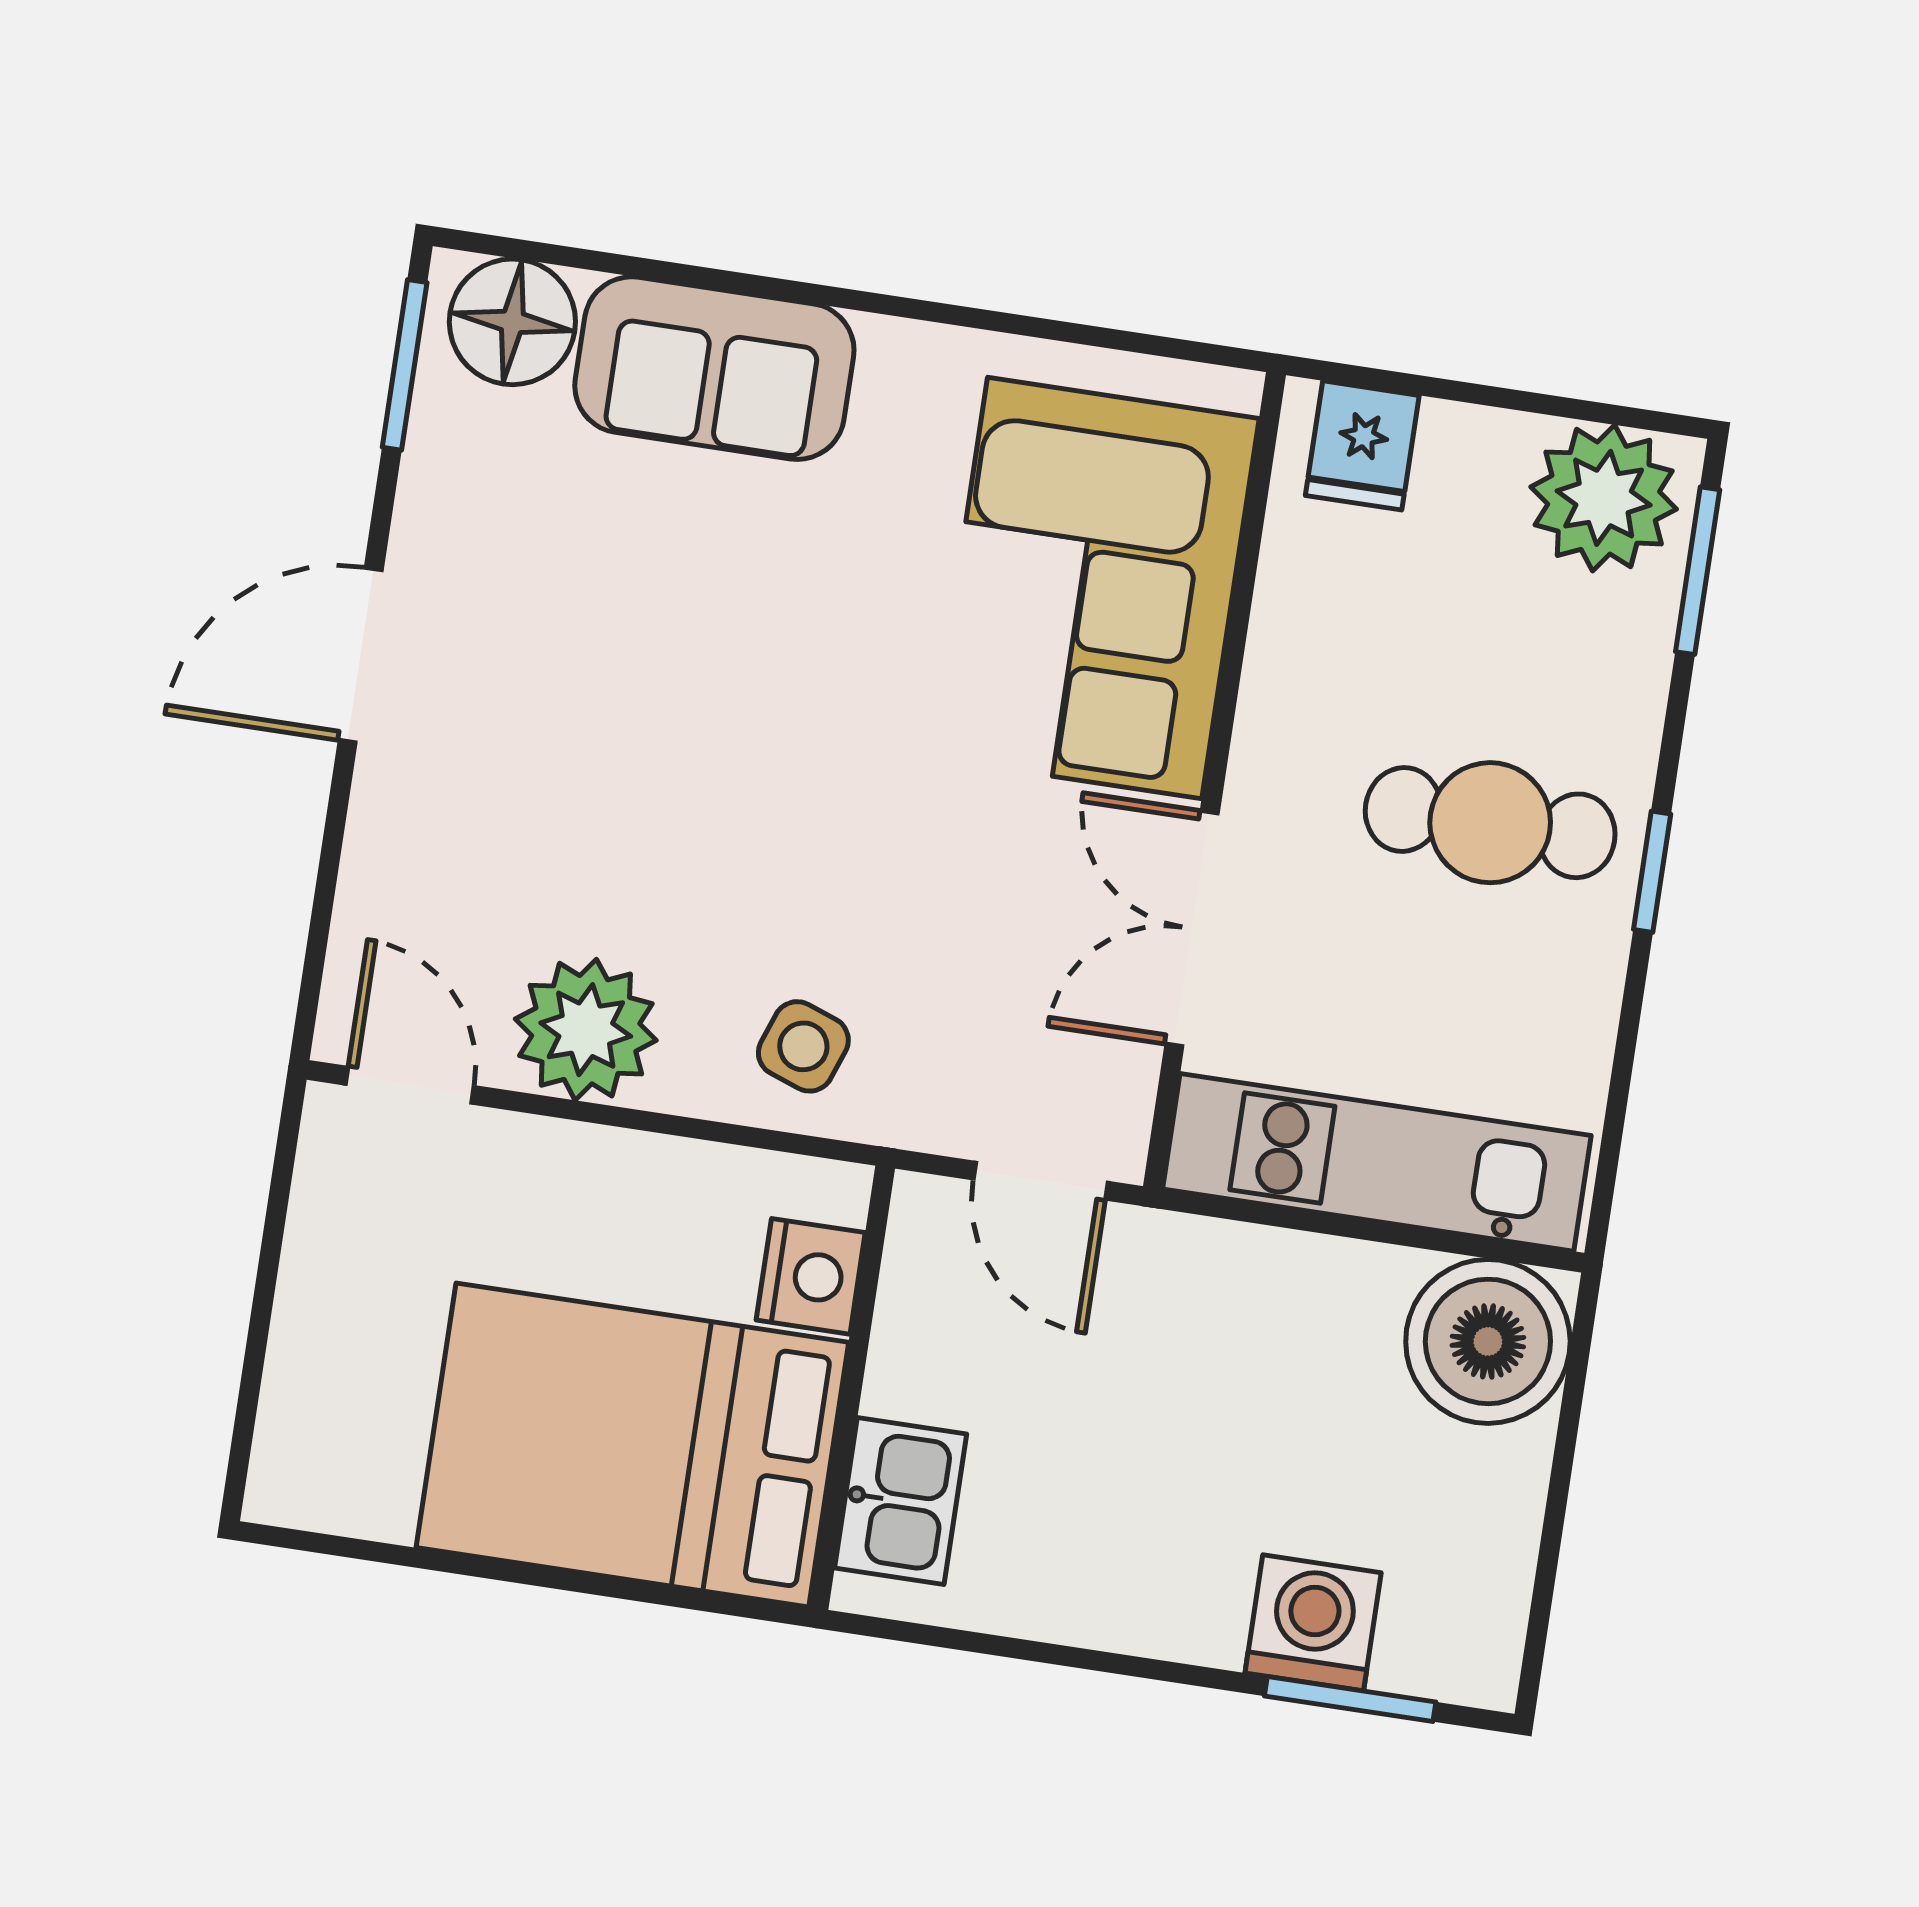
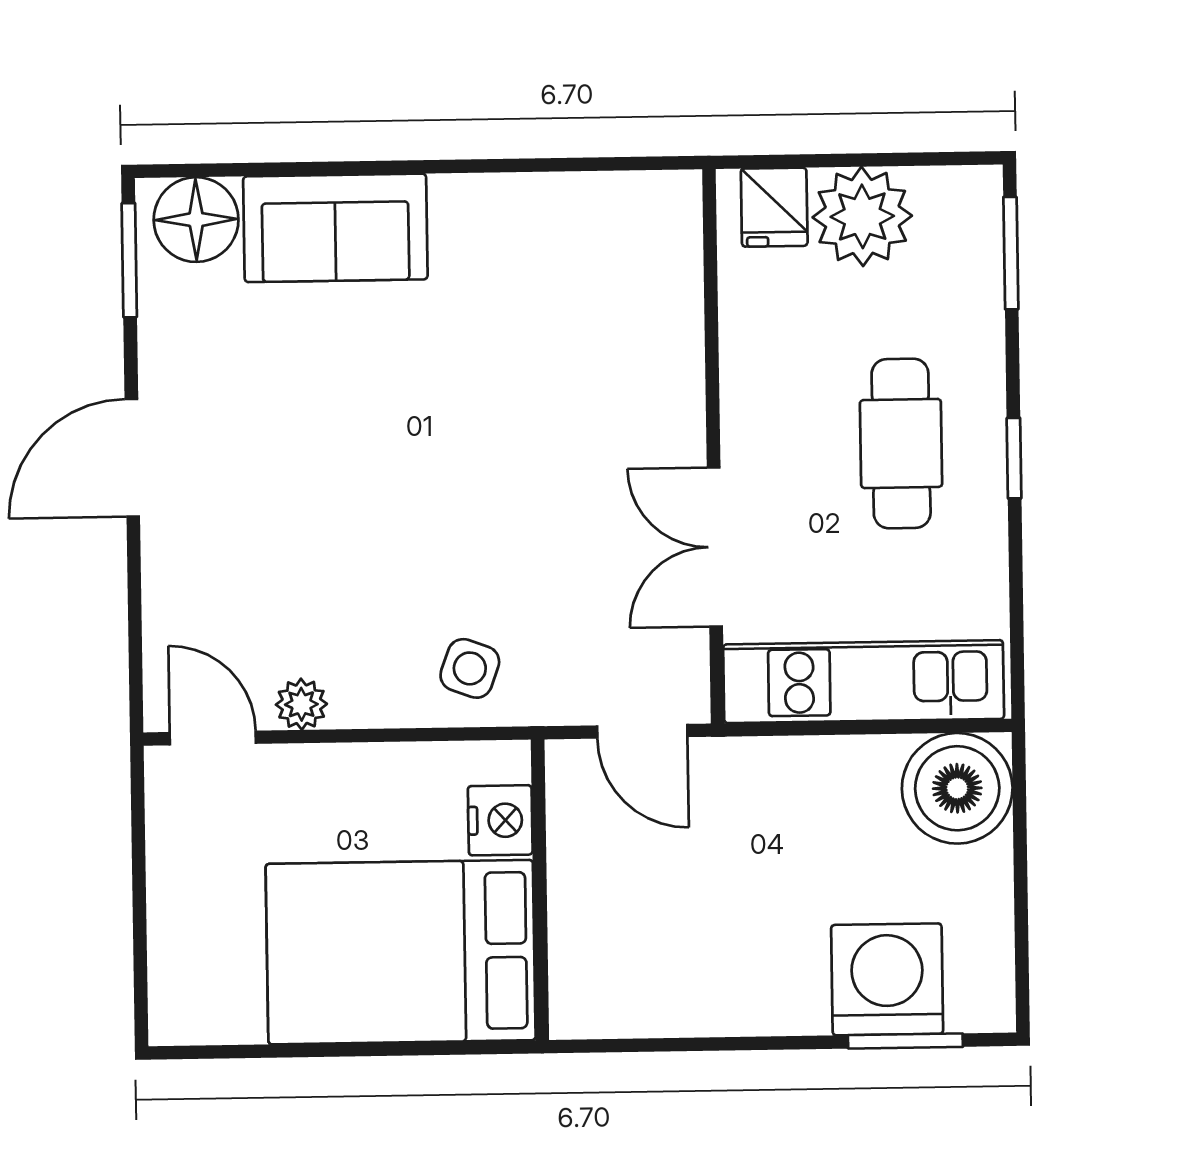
plant: (1604, 498) -> (862, 216), moved
corner sofa: (1095, 588) -> (612, 332), removed
cafe table: (1490, 823) -> (901, 443), turned 90
plant: (586, 1030) -> (301, 704), width x0.53, depth x0.53
kitchen sink: (901, 1501) -> (585, 959), removed
washing machine: (1313, 1623) -> (887, 979), width x1.37, depth x1.37

